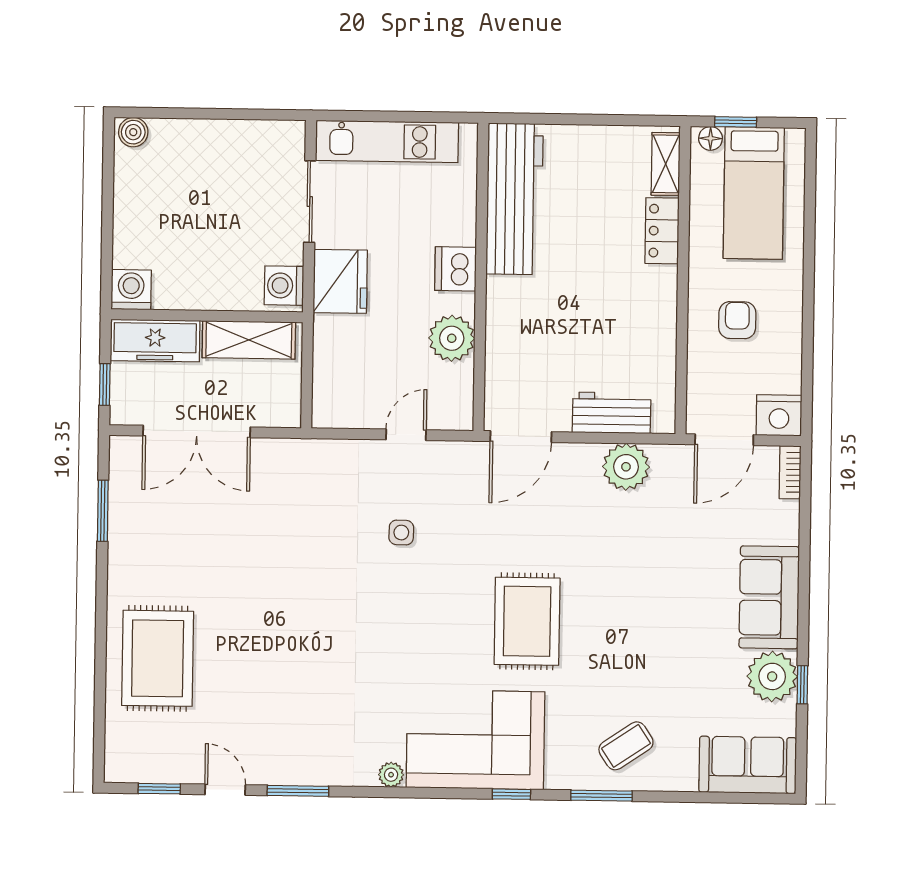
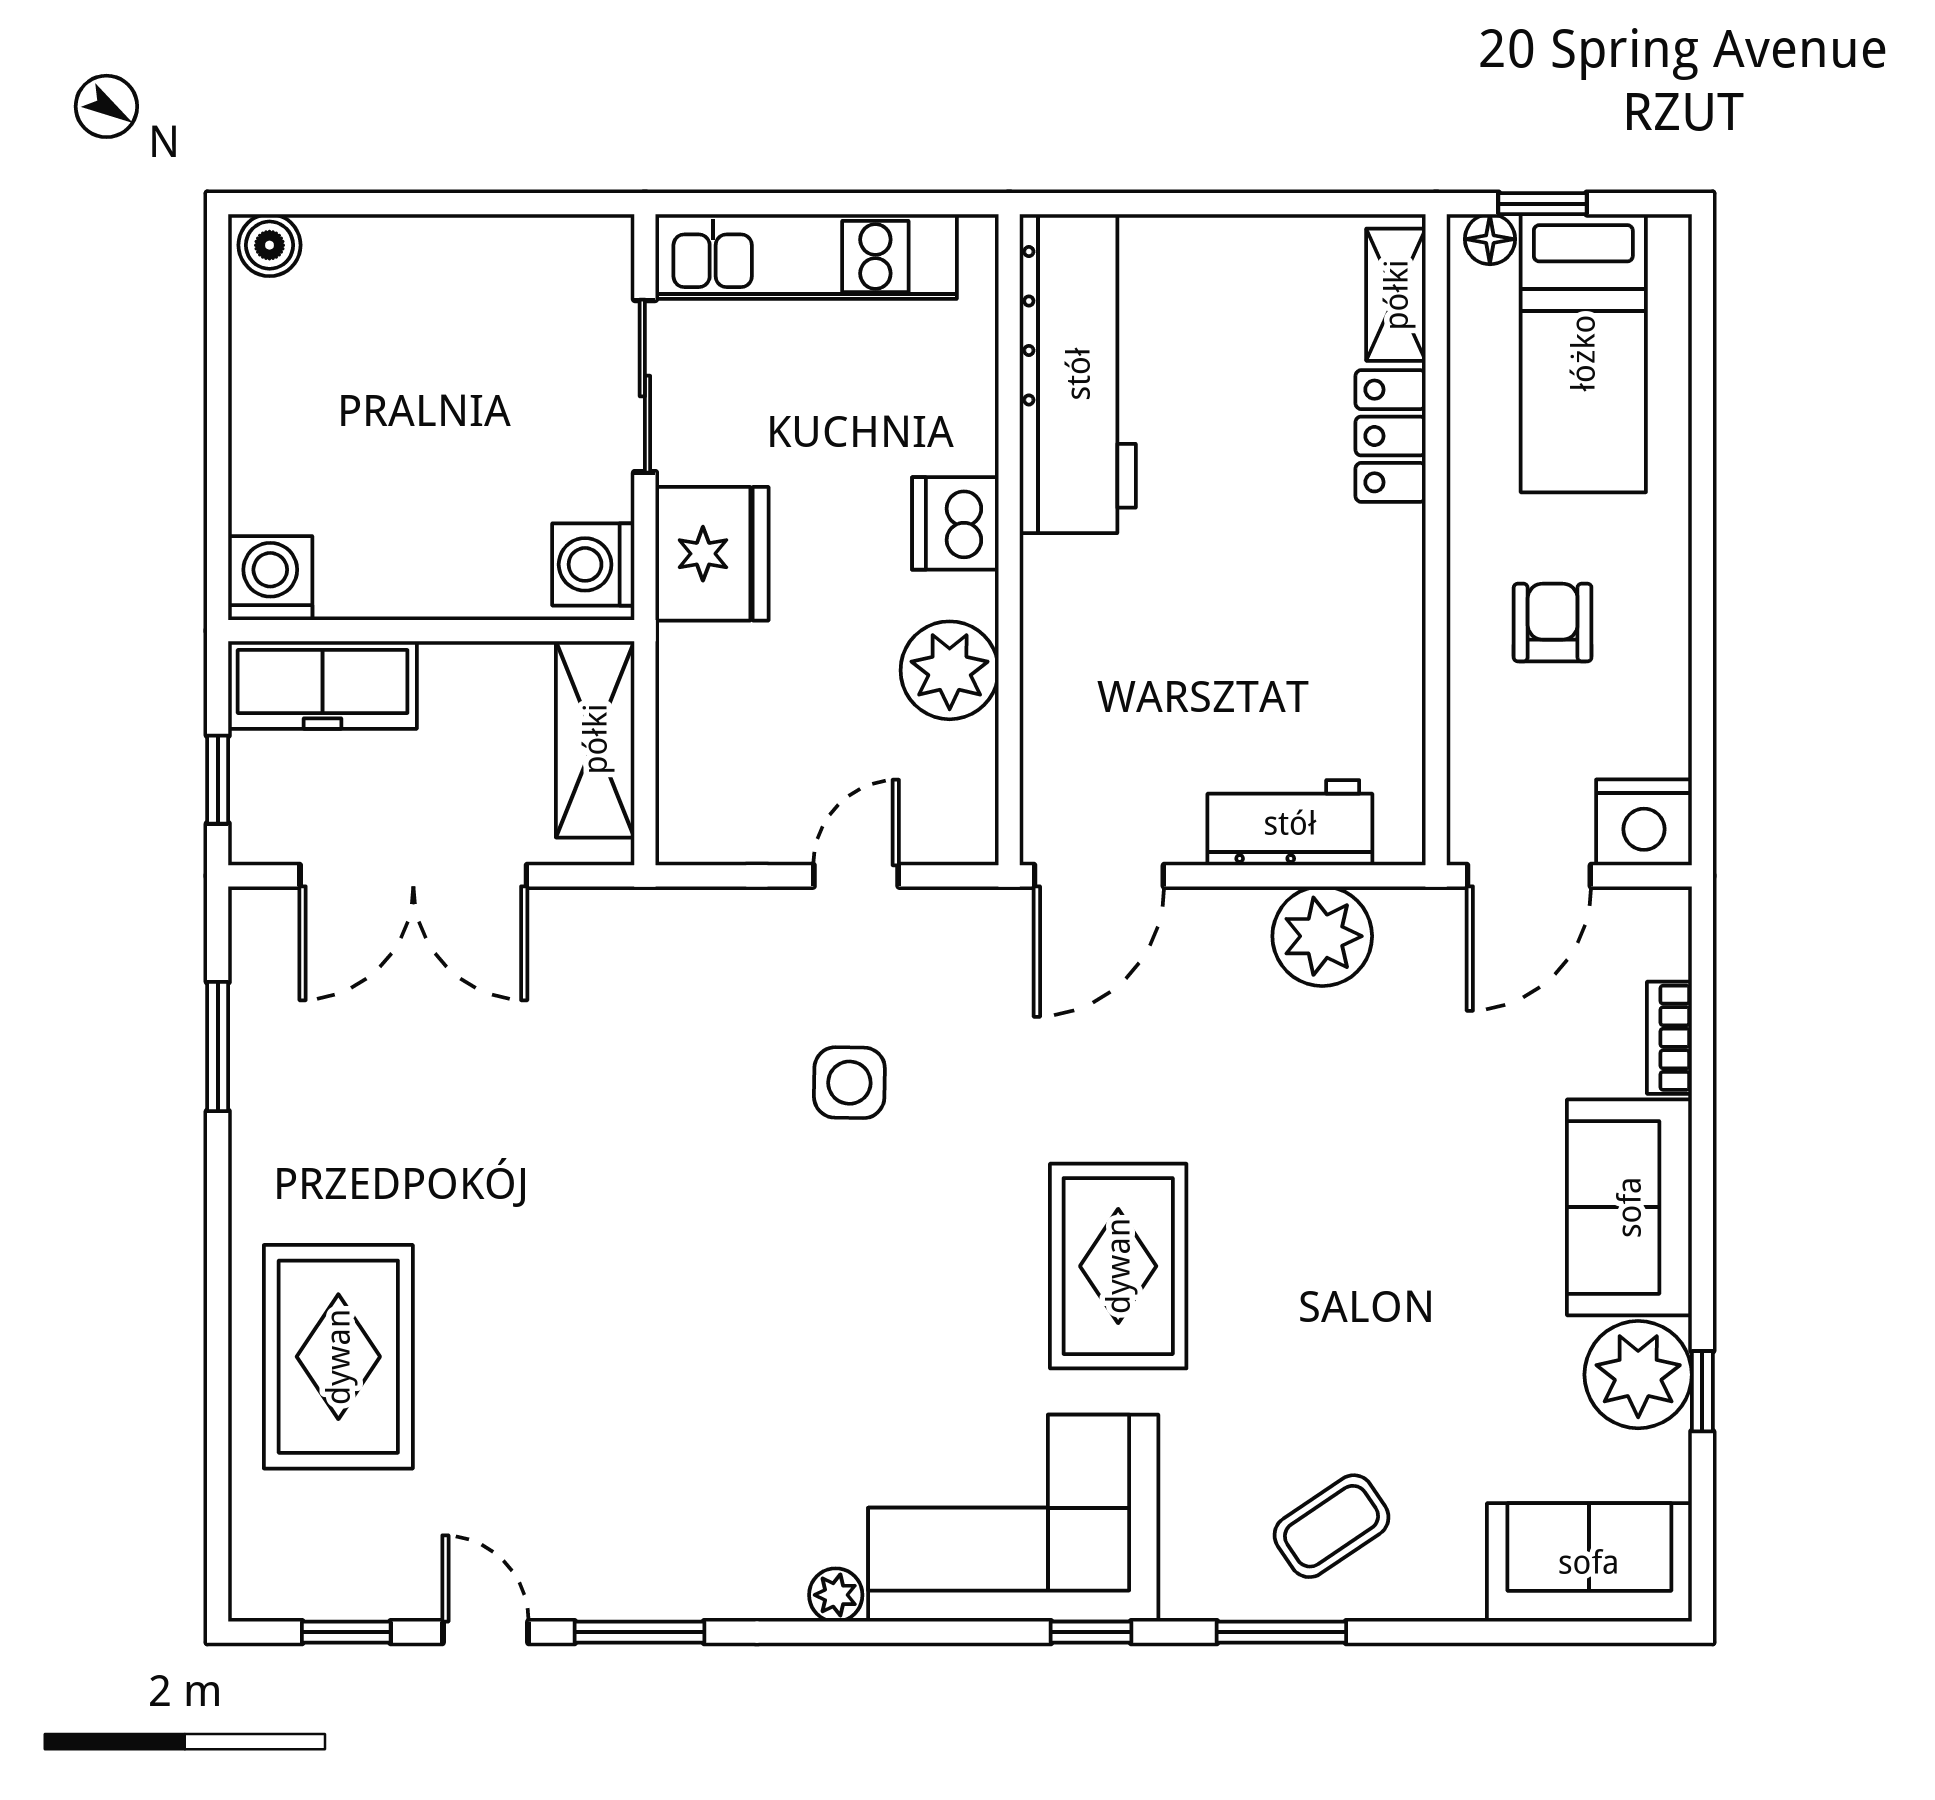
shelving: (249, 340) -> (595, 739), moved, turned 90
bookcase: (790, 472) -> (1669, 1038), moved
side table: (401, 533) -> (849, 1083), width x1.37, depth x1.37

